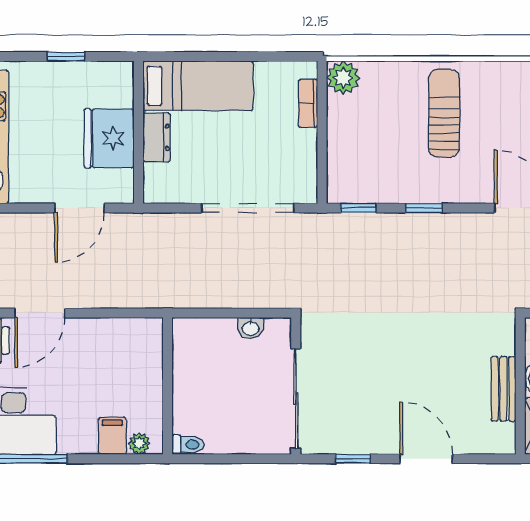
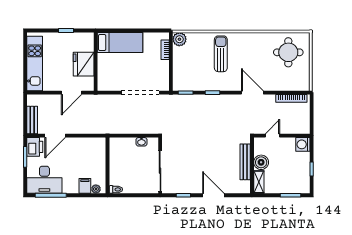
dresser: (157, 137) -> (103, 64), removed
bench: (503, 389) -> (245, 162), width x1.36

